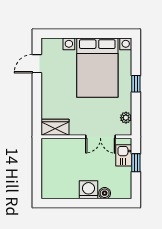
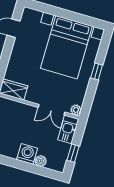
plant: (126, 118) -> (76, 110), moved
window: (136, 163) -> (73, 153), moved

